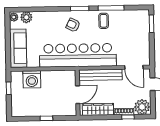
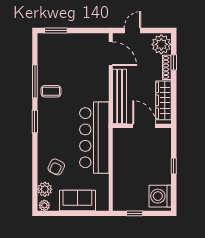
armchair: (73, 25) -> (56, 167), moved
sofa: (18, 48) -> (77, 200), width x0.73
bar counter: (78, 55) -> (94, 138), width x0.73
door: (134, 67) -> (111, 54), hinge flipped
washing machine: (32, 79) -> (160, 196), moved, turned 180

